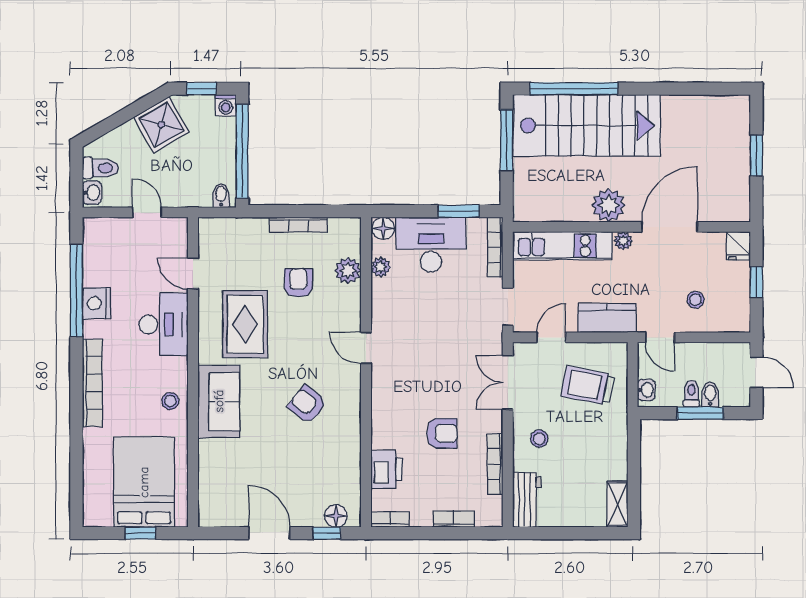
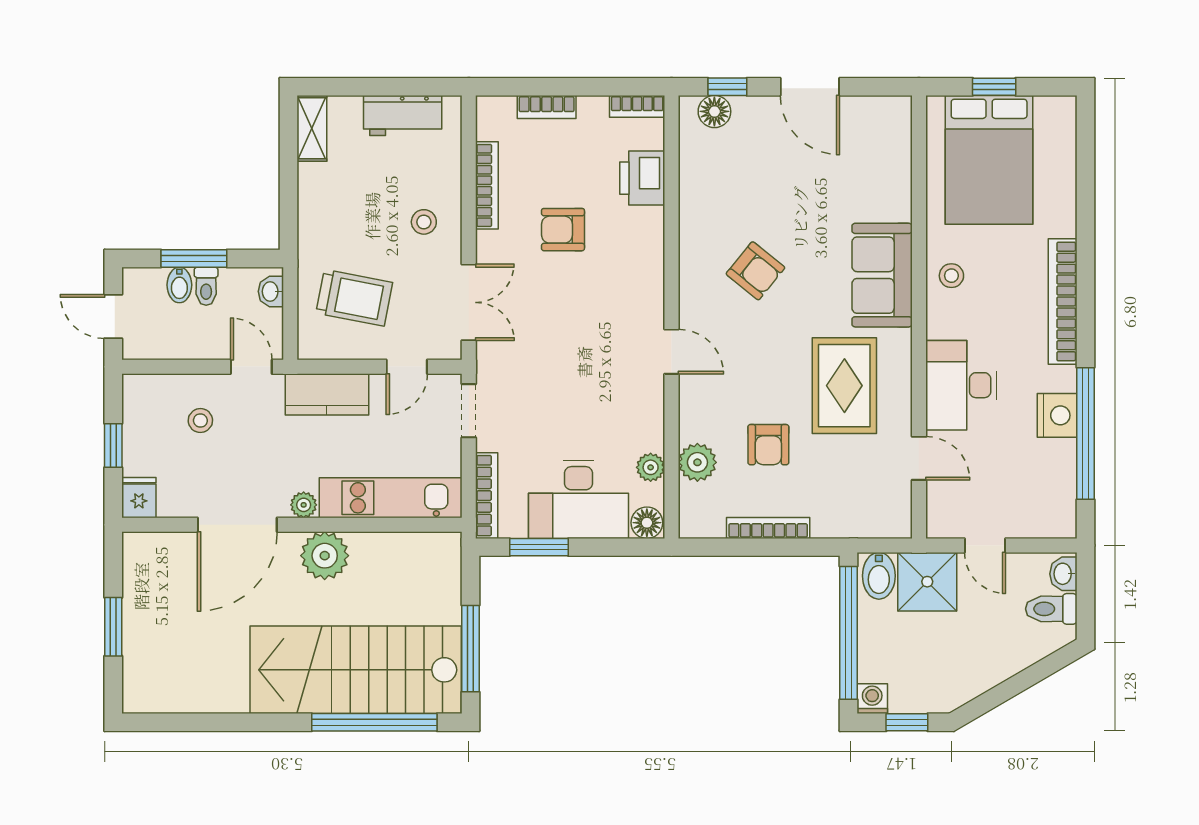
shower: (161, 125) -> (927, 582), moved, turned 30
bidet: (221, 196) -> (879, 576), width x1.38, depth x1.36
workbench: (527, 500) -> (403, 115), moved, turned -90

